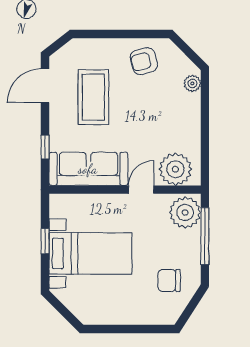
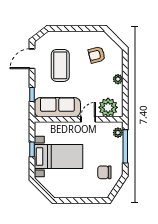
armchair: (144, 61) -> (97, 55), moved
plant: (192, 83) -> (118, 79), moved
plant: (185, 212) -> (118, 133), width x0.53, depth x0.53

